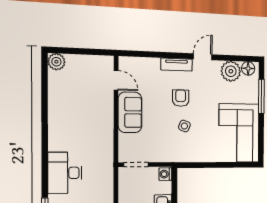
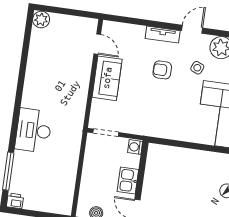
armchair: (181, 98) -> (162, 70), turned -90
side table: (184, 126) -> (197, 68), moved

